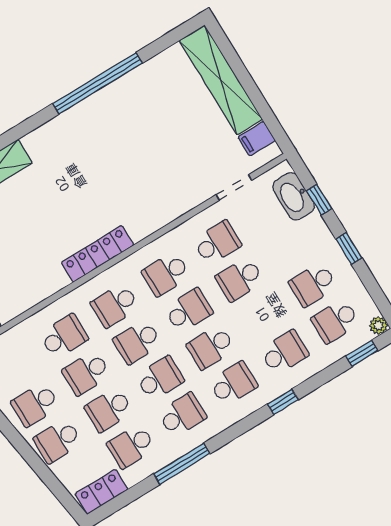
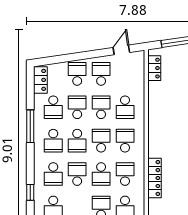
locker: (98, 254) -> (155, 178), moved
school desk: (131, 446) -> (53, 107), turned 180

